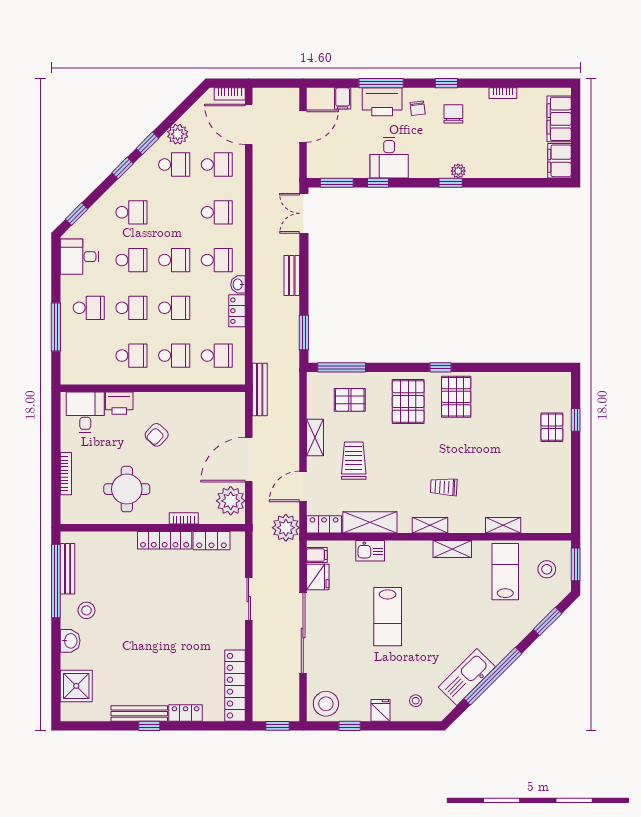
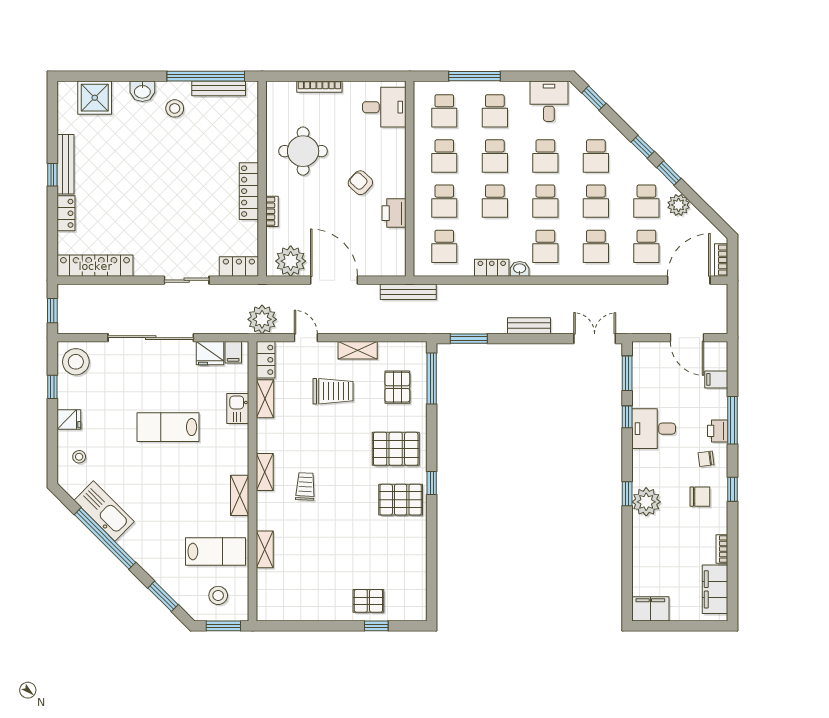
printer: (382, 102) -> (718, 431), width x0.53, depth x0.68
filing cabinet: (559, 119) -> (715, 589), moved, turned -90
plant: (458, 171) -> (646, 502), width x1.87, depth x1.87
school desk: (174, 212) -> (596, 201), added
school desk: (89, 356) -> (444, 111), added
printer: (119, 403) -> (394, 213), moved
door: (303, 486) -> (306, 338), width x0.73
shelving: (370, 522) -> (265, 399), width x0.67, depth x0.75
locker: (211, 541) -> (239, 266), moved, turned 90

